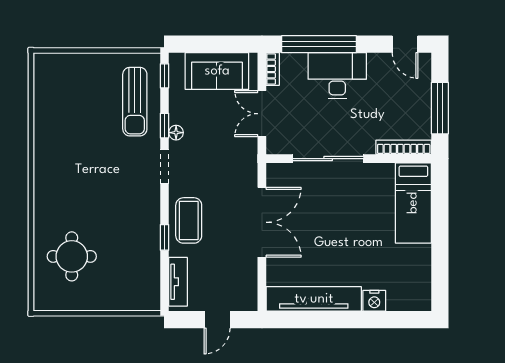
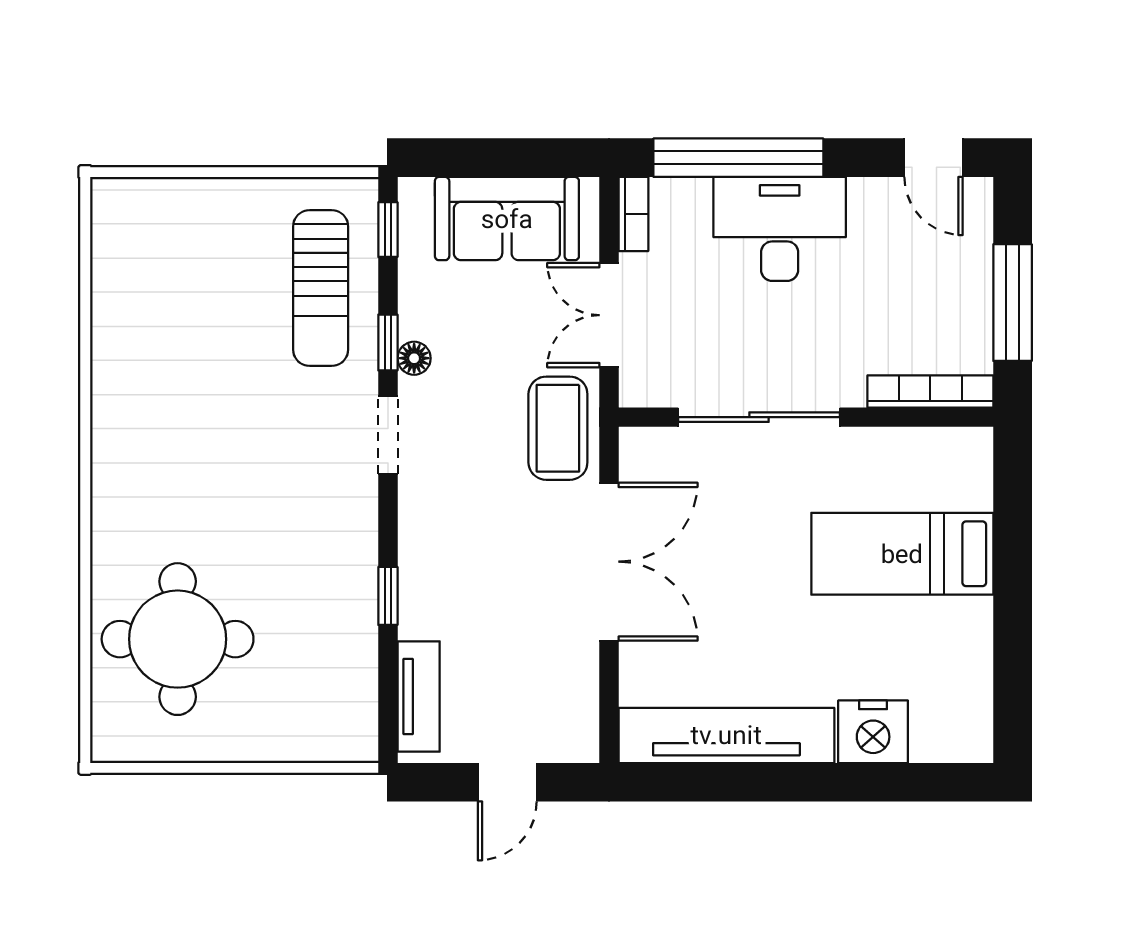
bed: (413, 203) -> (902, 554), moved, turned 90
coffee table: (189, 220) -> (558, 428), moved
round table: (72, 256) -> (178, 639), width x1.36, depth x1.36
nightstand: (374, 301) -> (873, 732), width x1.36, depth x1.33

